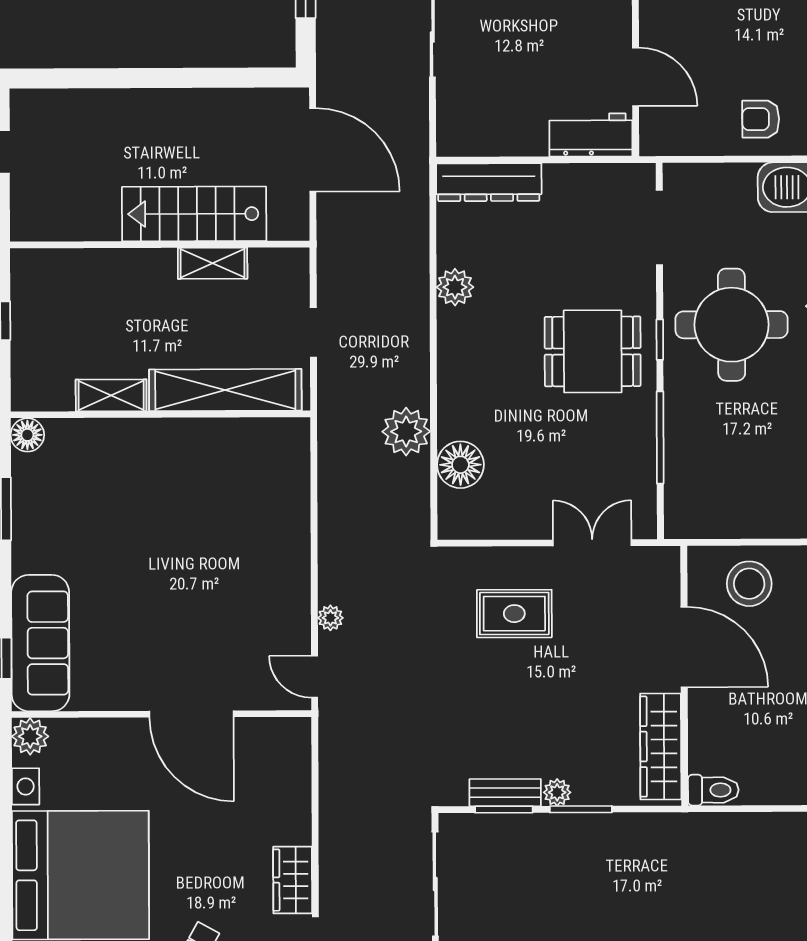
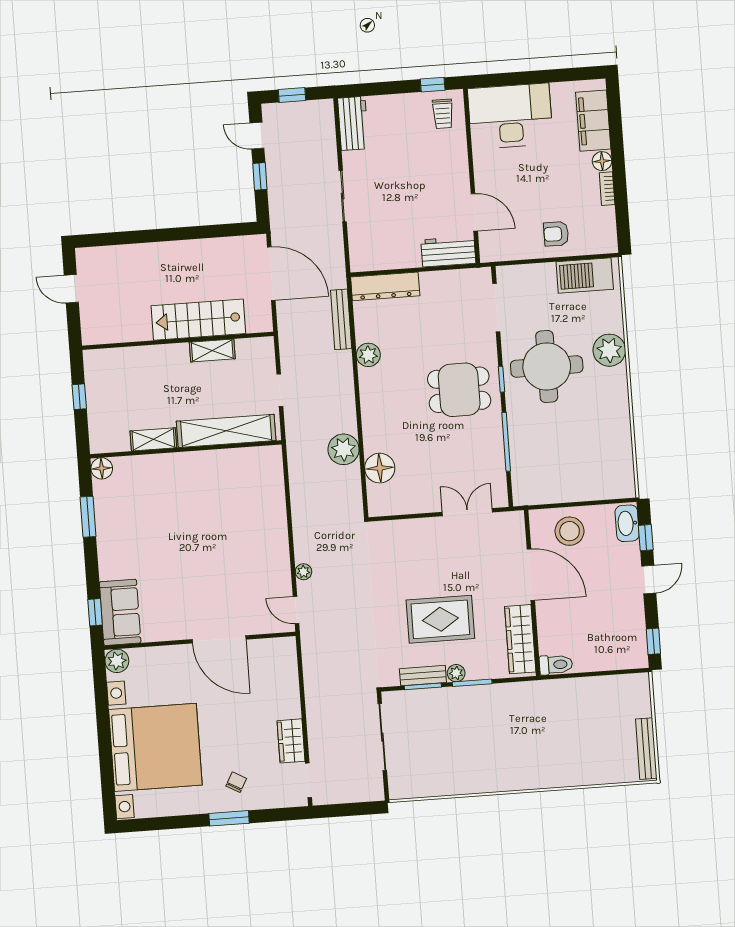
bench: (416, 229) -> (341, 319), added
rug: (514, 614) -> (440, 619), moved, width x1.36, depth x1.43
sofa: (40, 643) -> (120, 612), width x0.73

